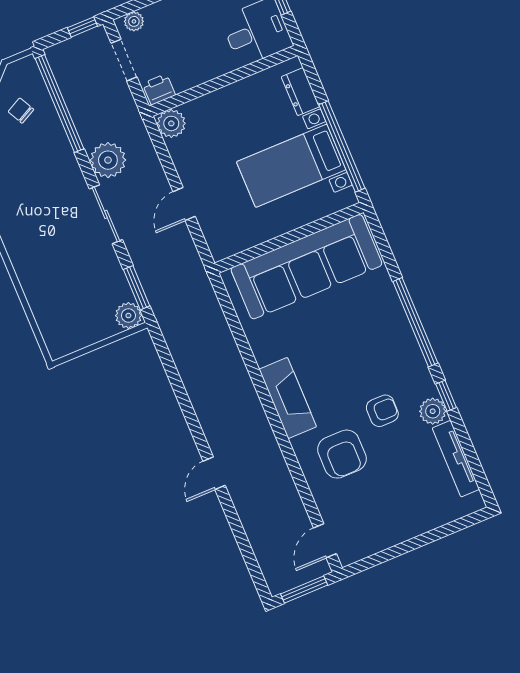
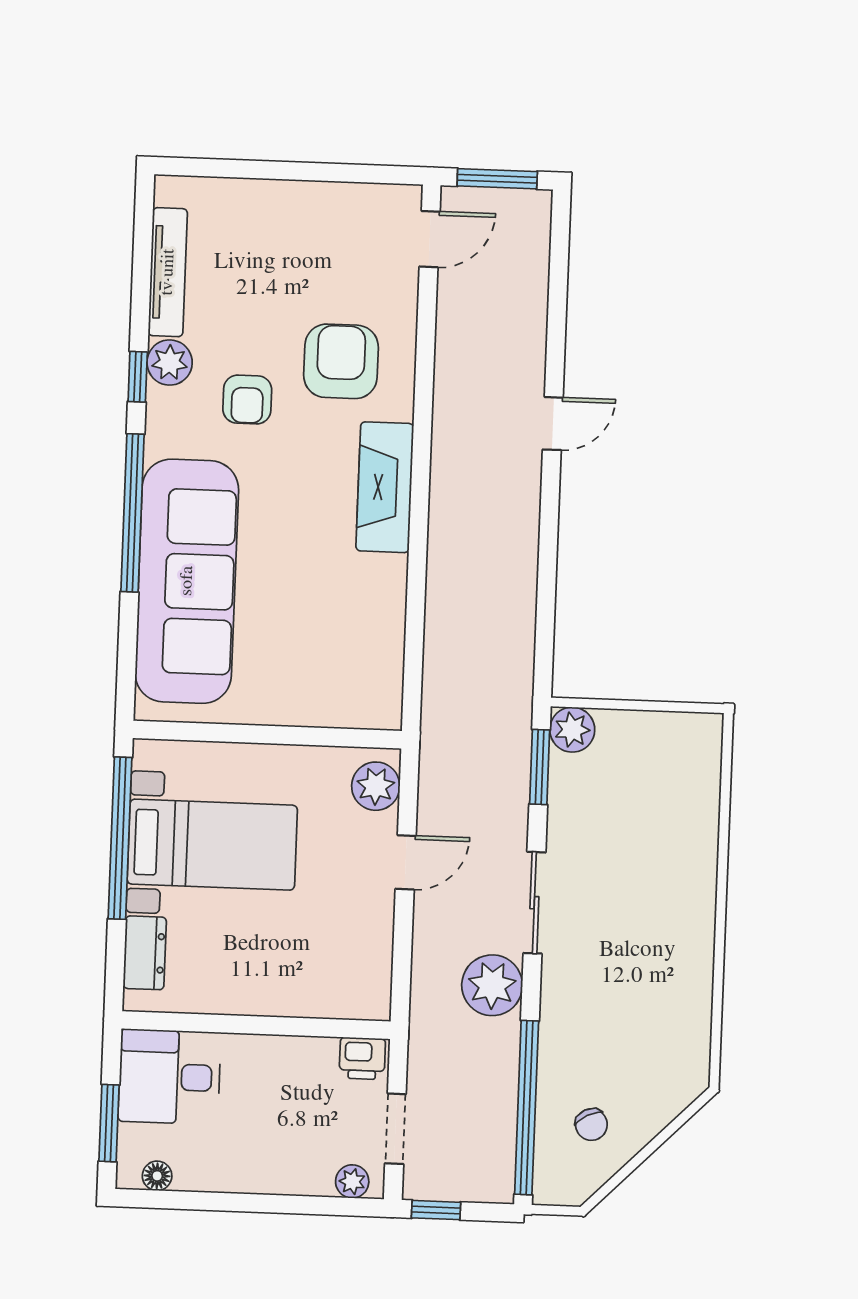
plant: (171, 123) -> (376, 786), moved
sofa: (306, 267) -> (187, 581), moved, turned 90
armchair: (382, 411) -> (247, 399), turned -90

